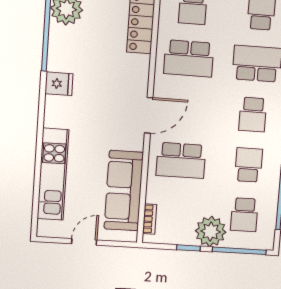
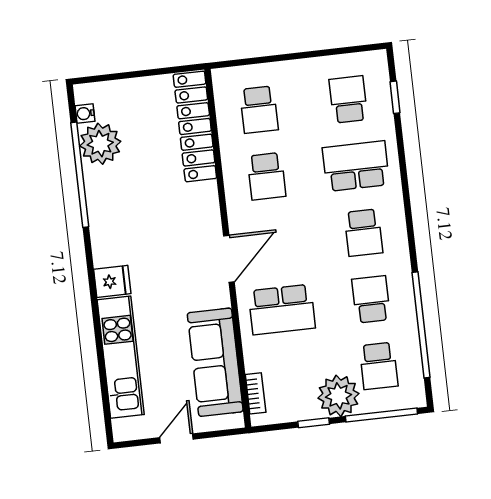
school desk: (189, 58) -> (267, 176), width x0.54
fridge: (59, 84) -> (112, 281), moved

